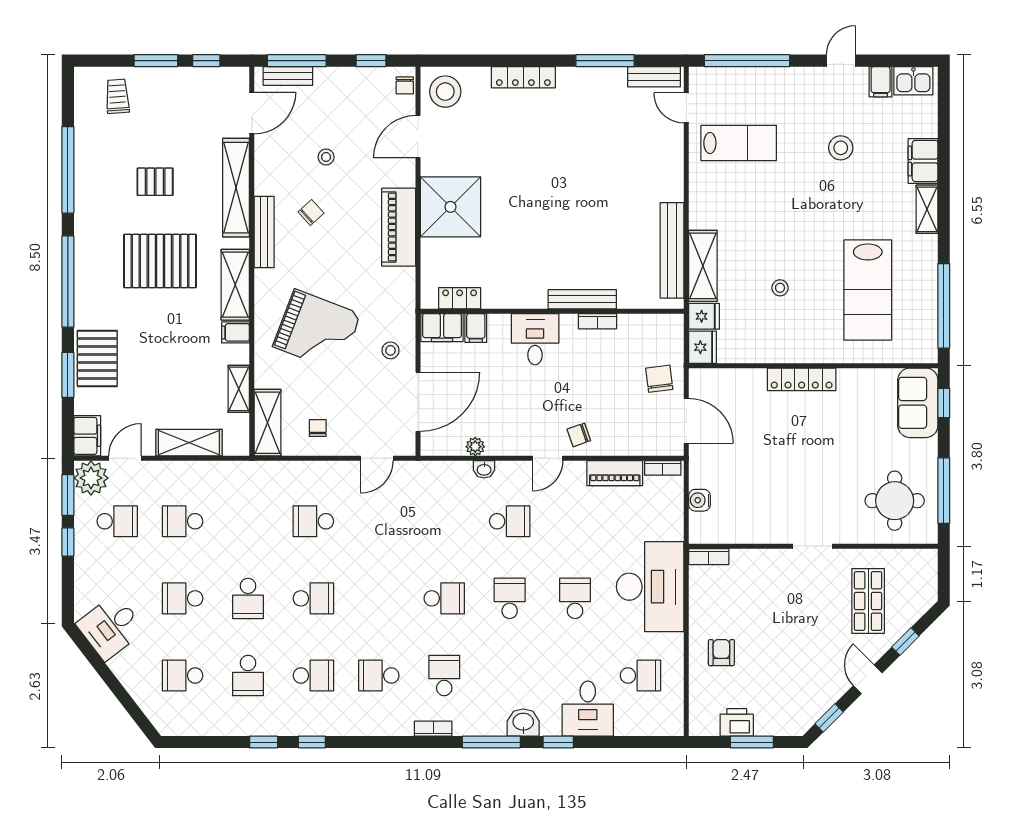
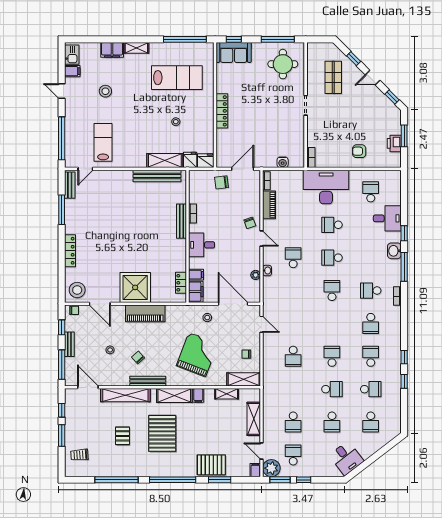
bench: (288, 76) -> (69, 344), moved
filing cabinet: (87, 436) -> (255, 470), width x0.50
shop shelf: (868, 601) -> (333, 77), turned 90

